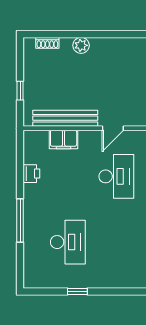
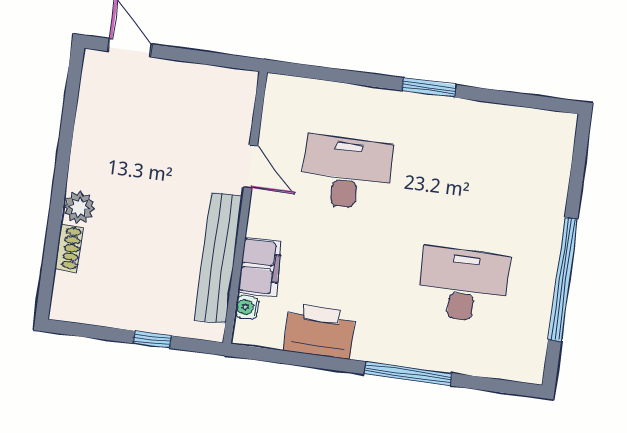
shoe rack: (47, 43) -> (69, 248), moved
water cooler: (43, 136) -> (247, 307), added
printer: (31, 174) -> (320, 331), width x1.87, depth x1.48
window: (77, 291) -> (563, 279), width x3.17

